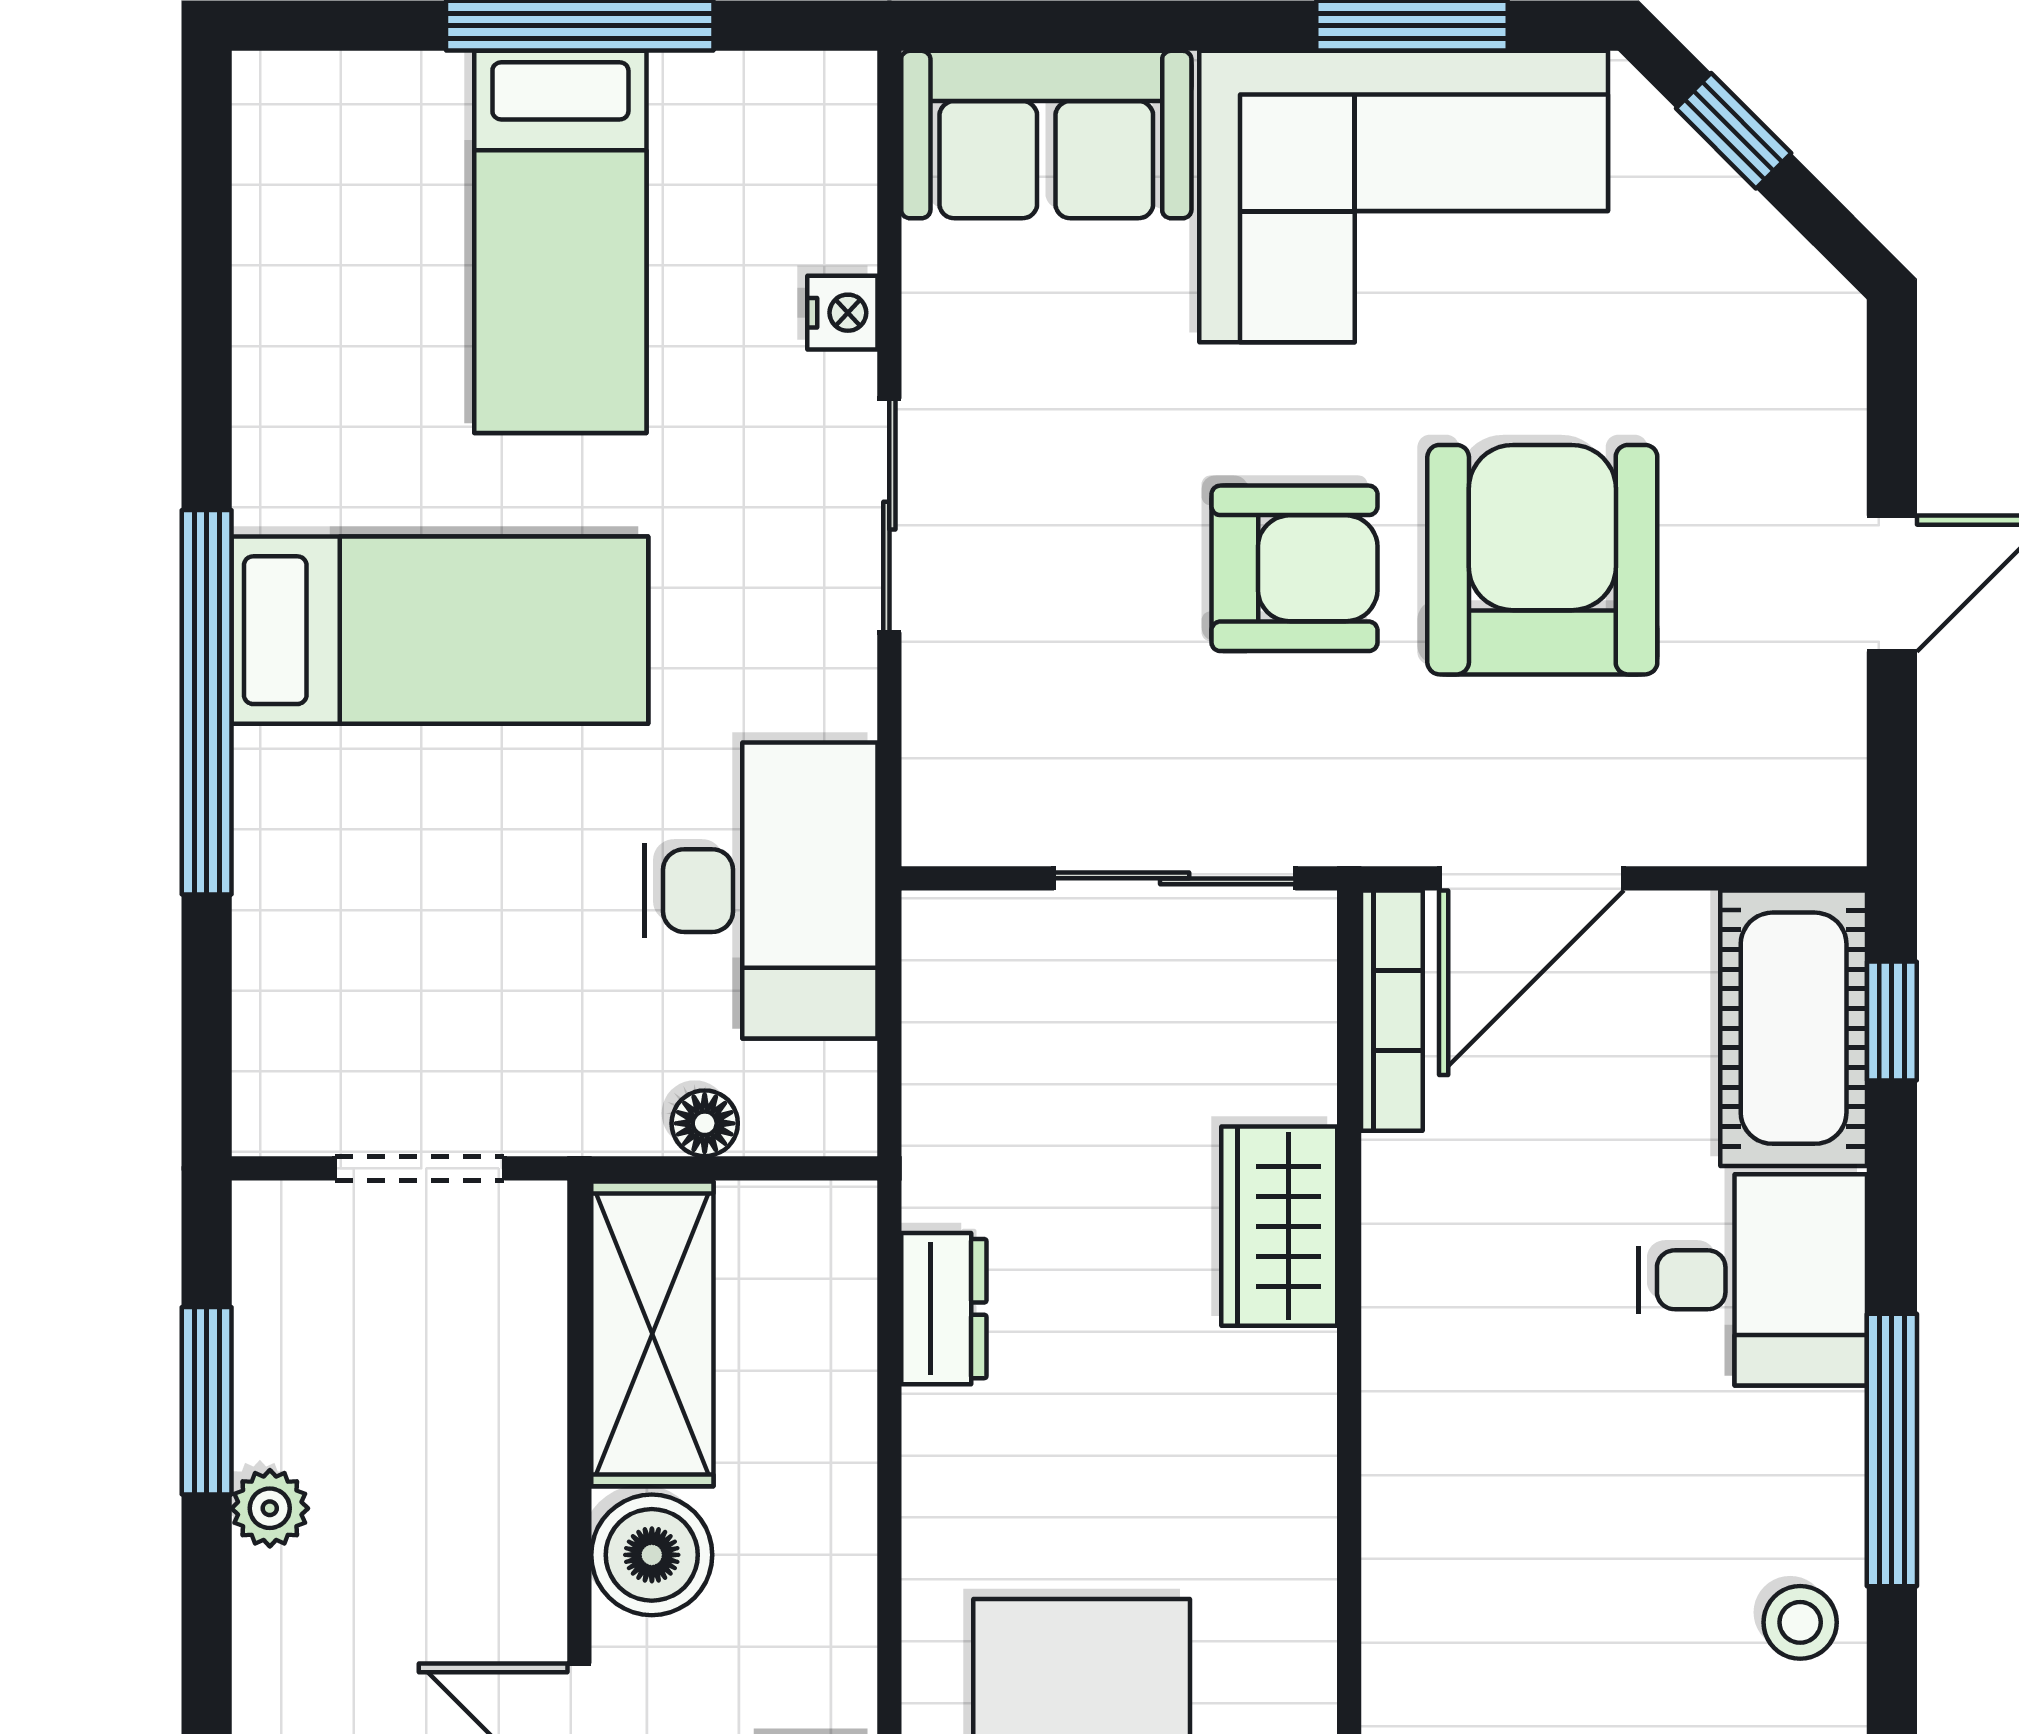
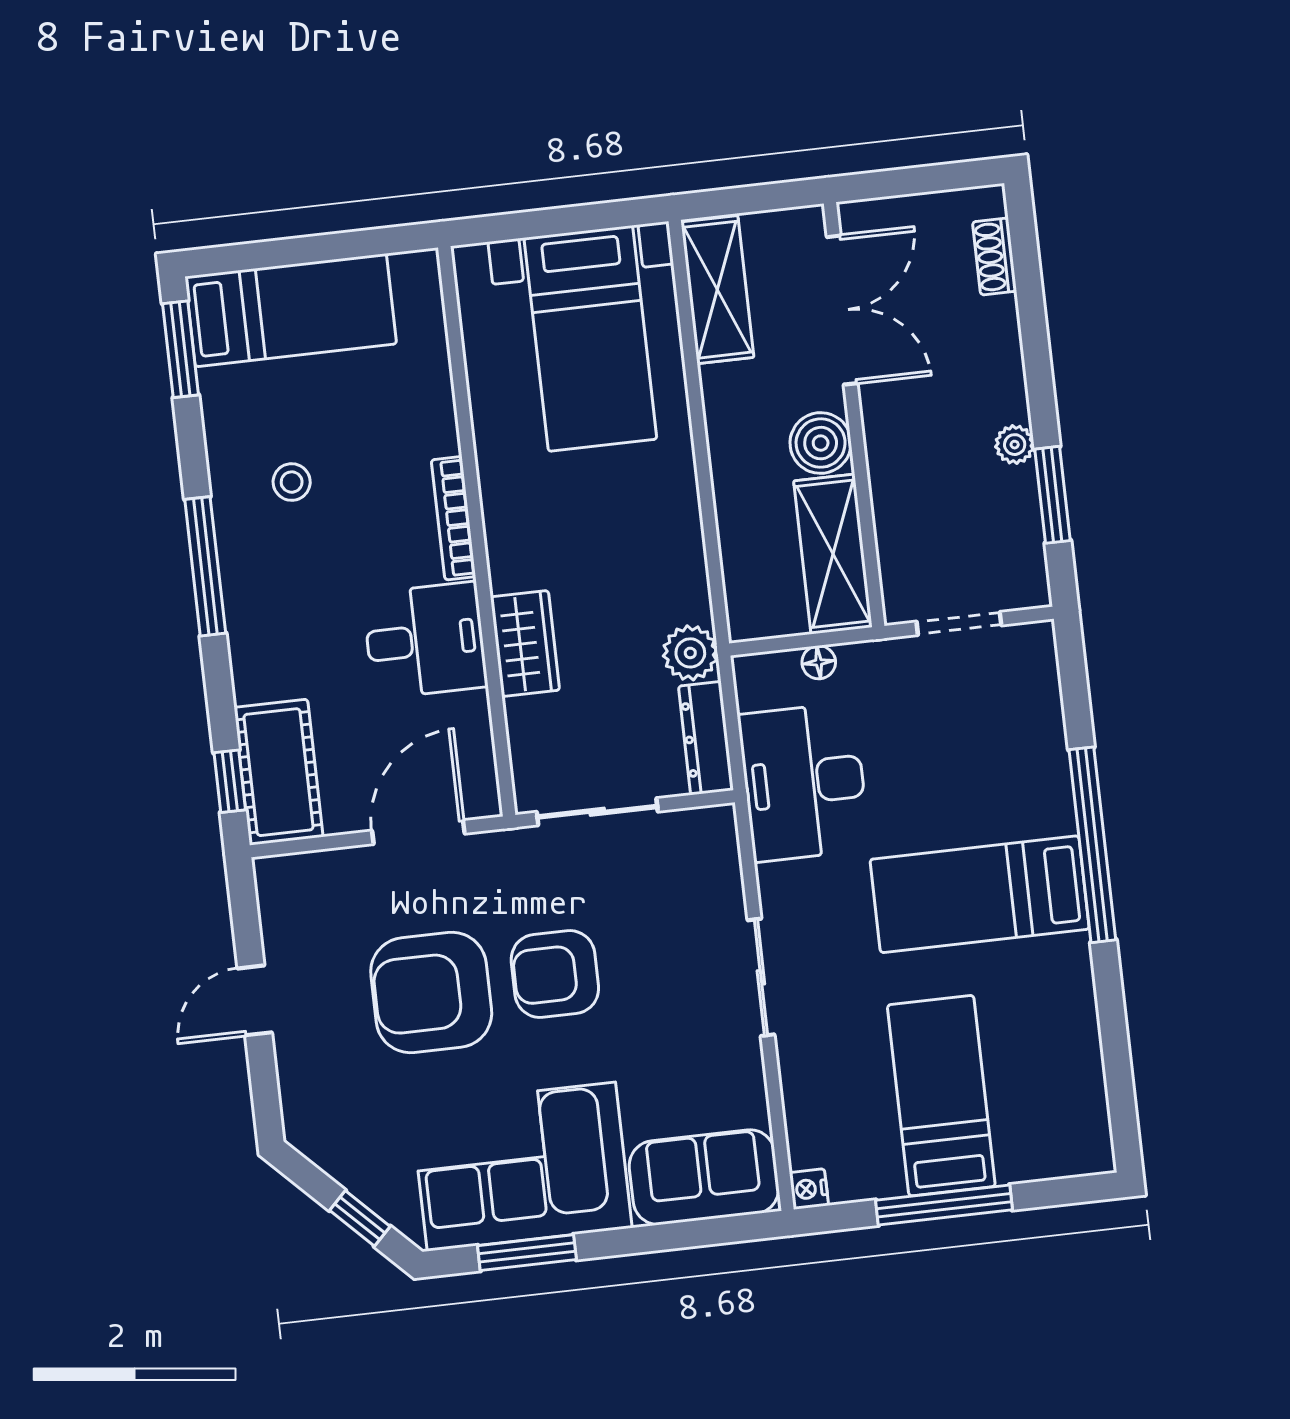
nightstand: (842, 313) -> (809, 1189), moved
armchair: (1542, 560) -> (431, 992), turned 90
bookcase: (1392, 1011) -> (454, 518), moved
plant: (956, 1171) -> (690, 653), added
desk: (1753, 1280) -> (425, 640), moved, turned 180
dresser: (944, 1309) -> (706, 738), moved, width x1.44
stool: (1800, 1622) -> (292, 482), moved

